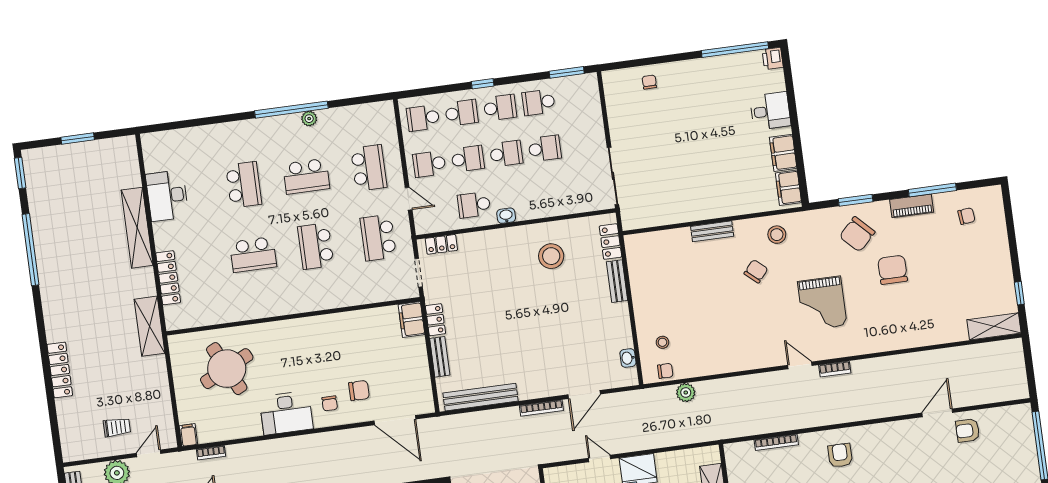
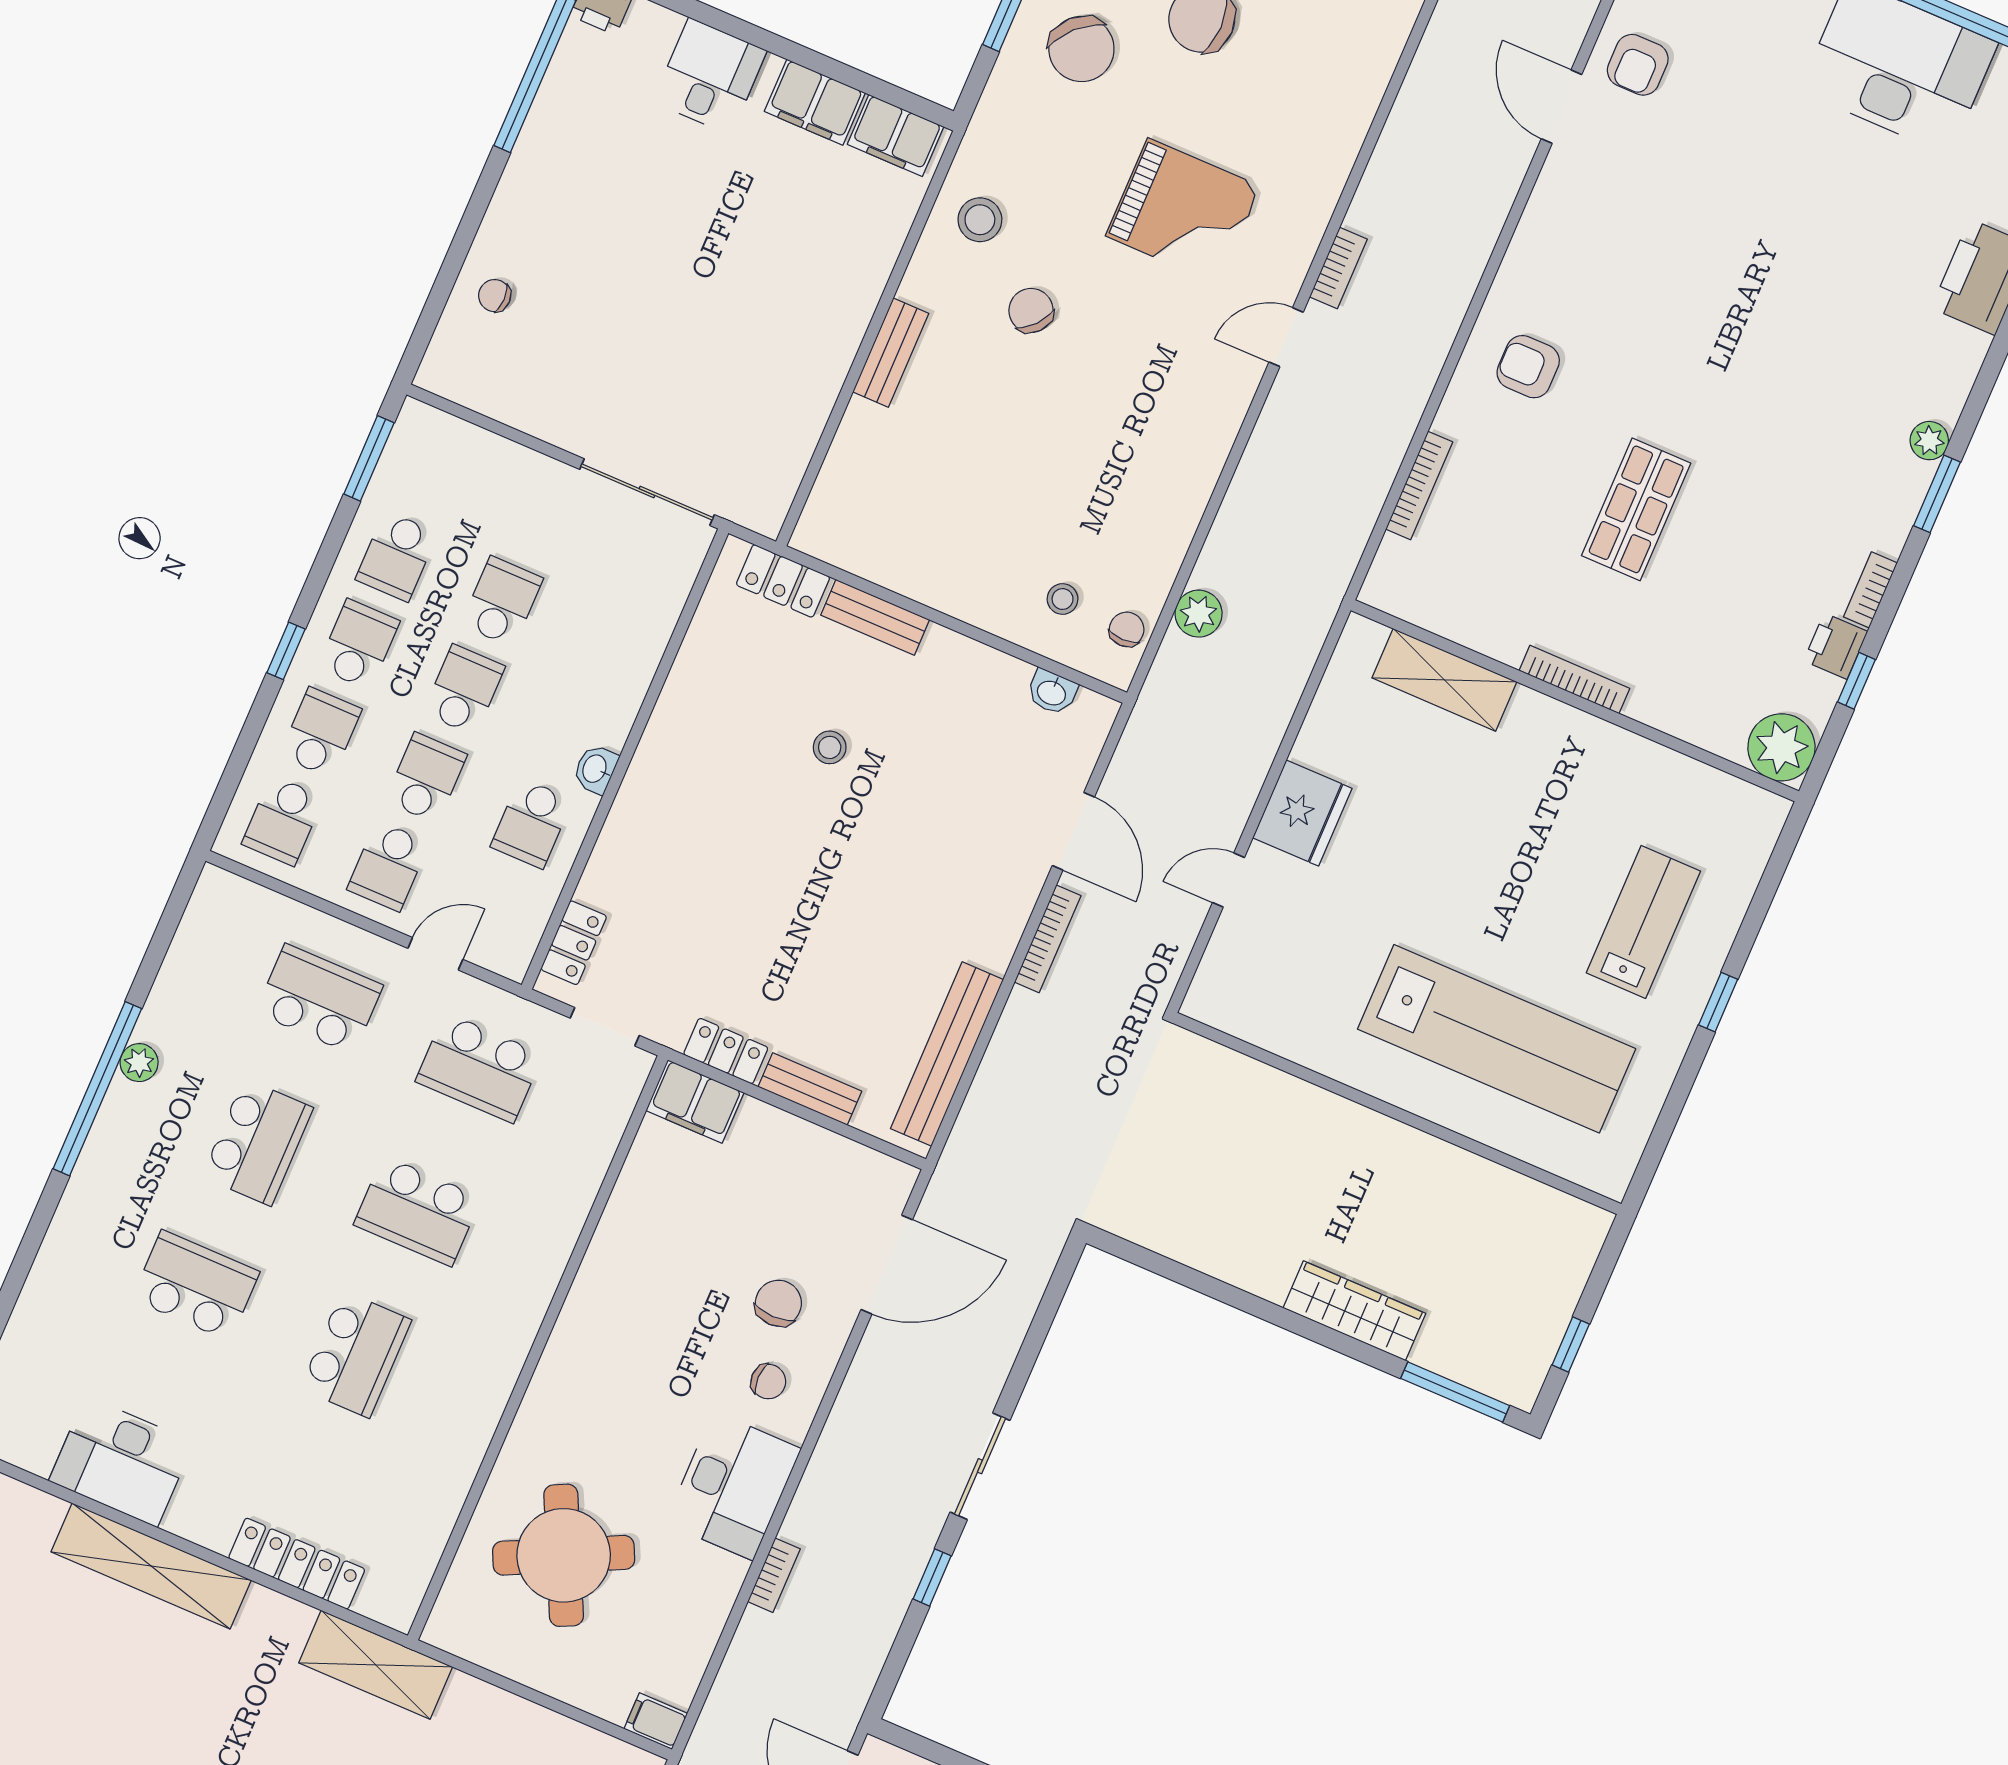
stool: (551, 256) -> (830, 747), moved, width x0.53, depth x0.53
bookcase: (211, 453) -> (774, 1575), moved

